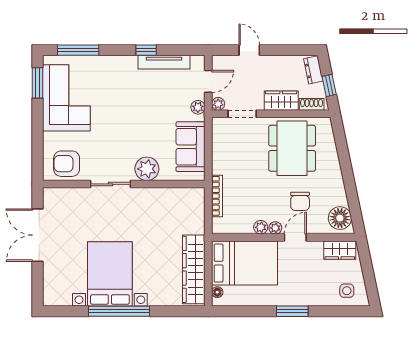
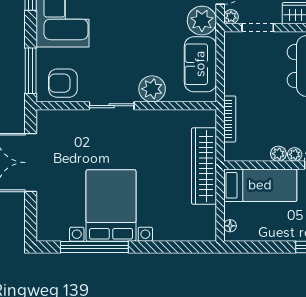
plant: (198, 107) -> (202, 21), width x1.88, depth x1.88
window: (37, 153) -> (31, 71), added
bed: (244, 263) -> (260, 185), width x0.67
wardrobe: (194, 269) -> (204, 166), moved
window: (119, 311) -> (94, 247), moved

